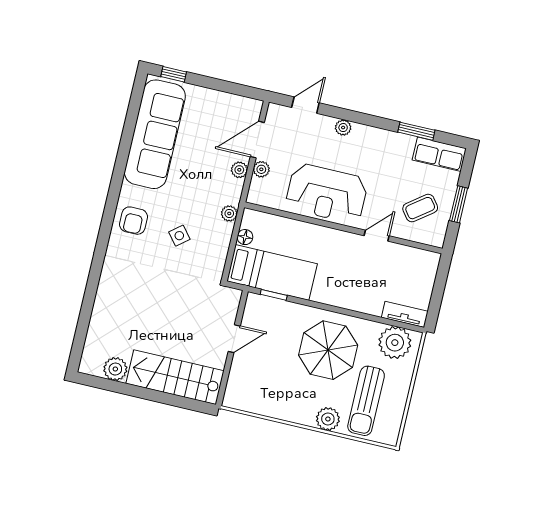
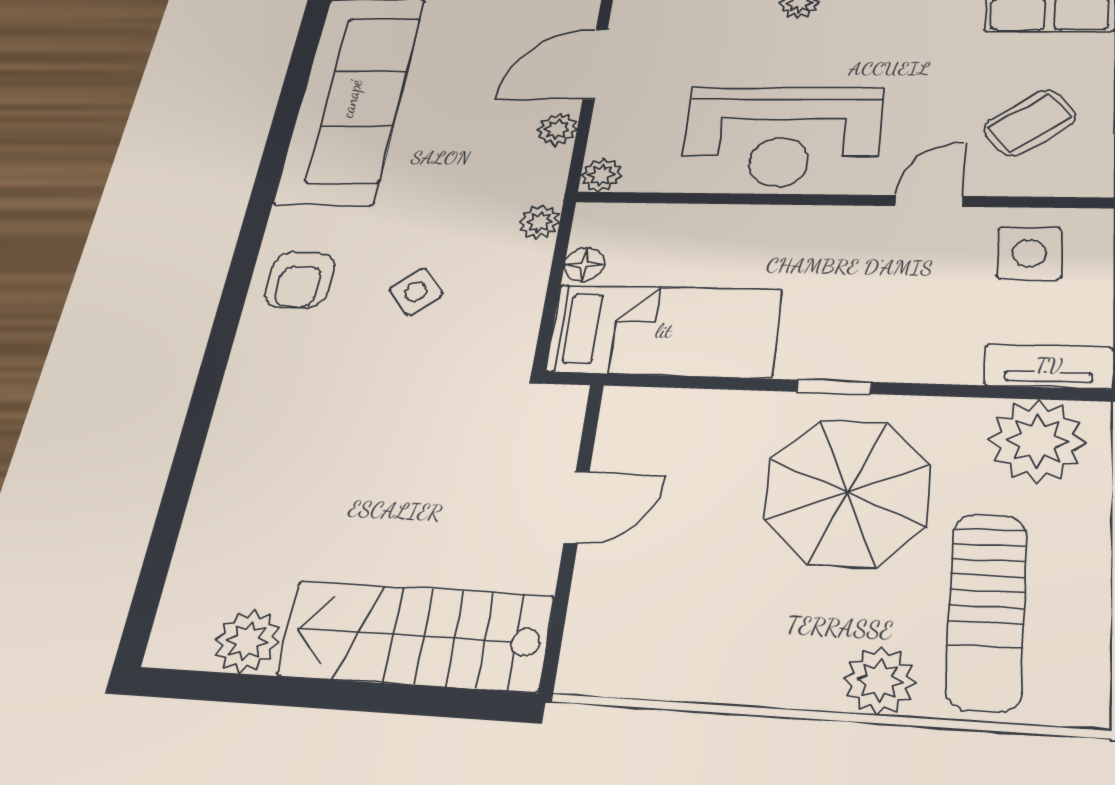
plant: (261, 169) -> (601, 175), moved
side table: (408, 266) -> (1029, 253), added
window: (274, 295) -> (834, 387), moved

